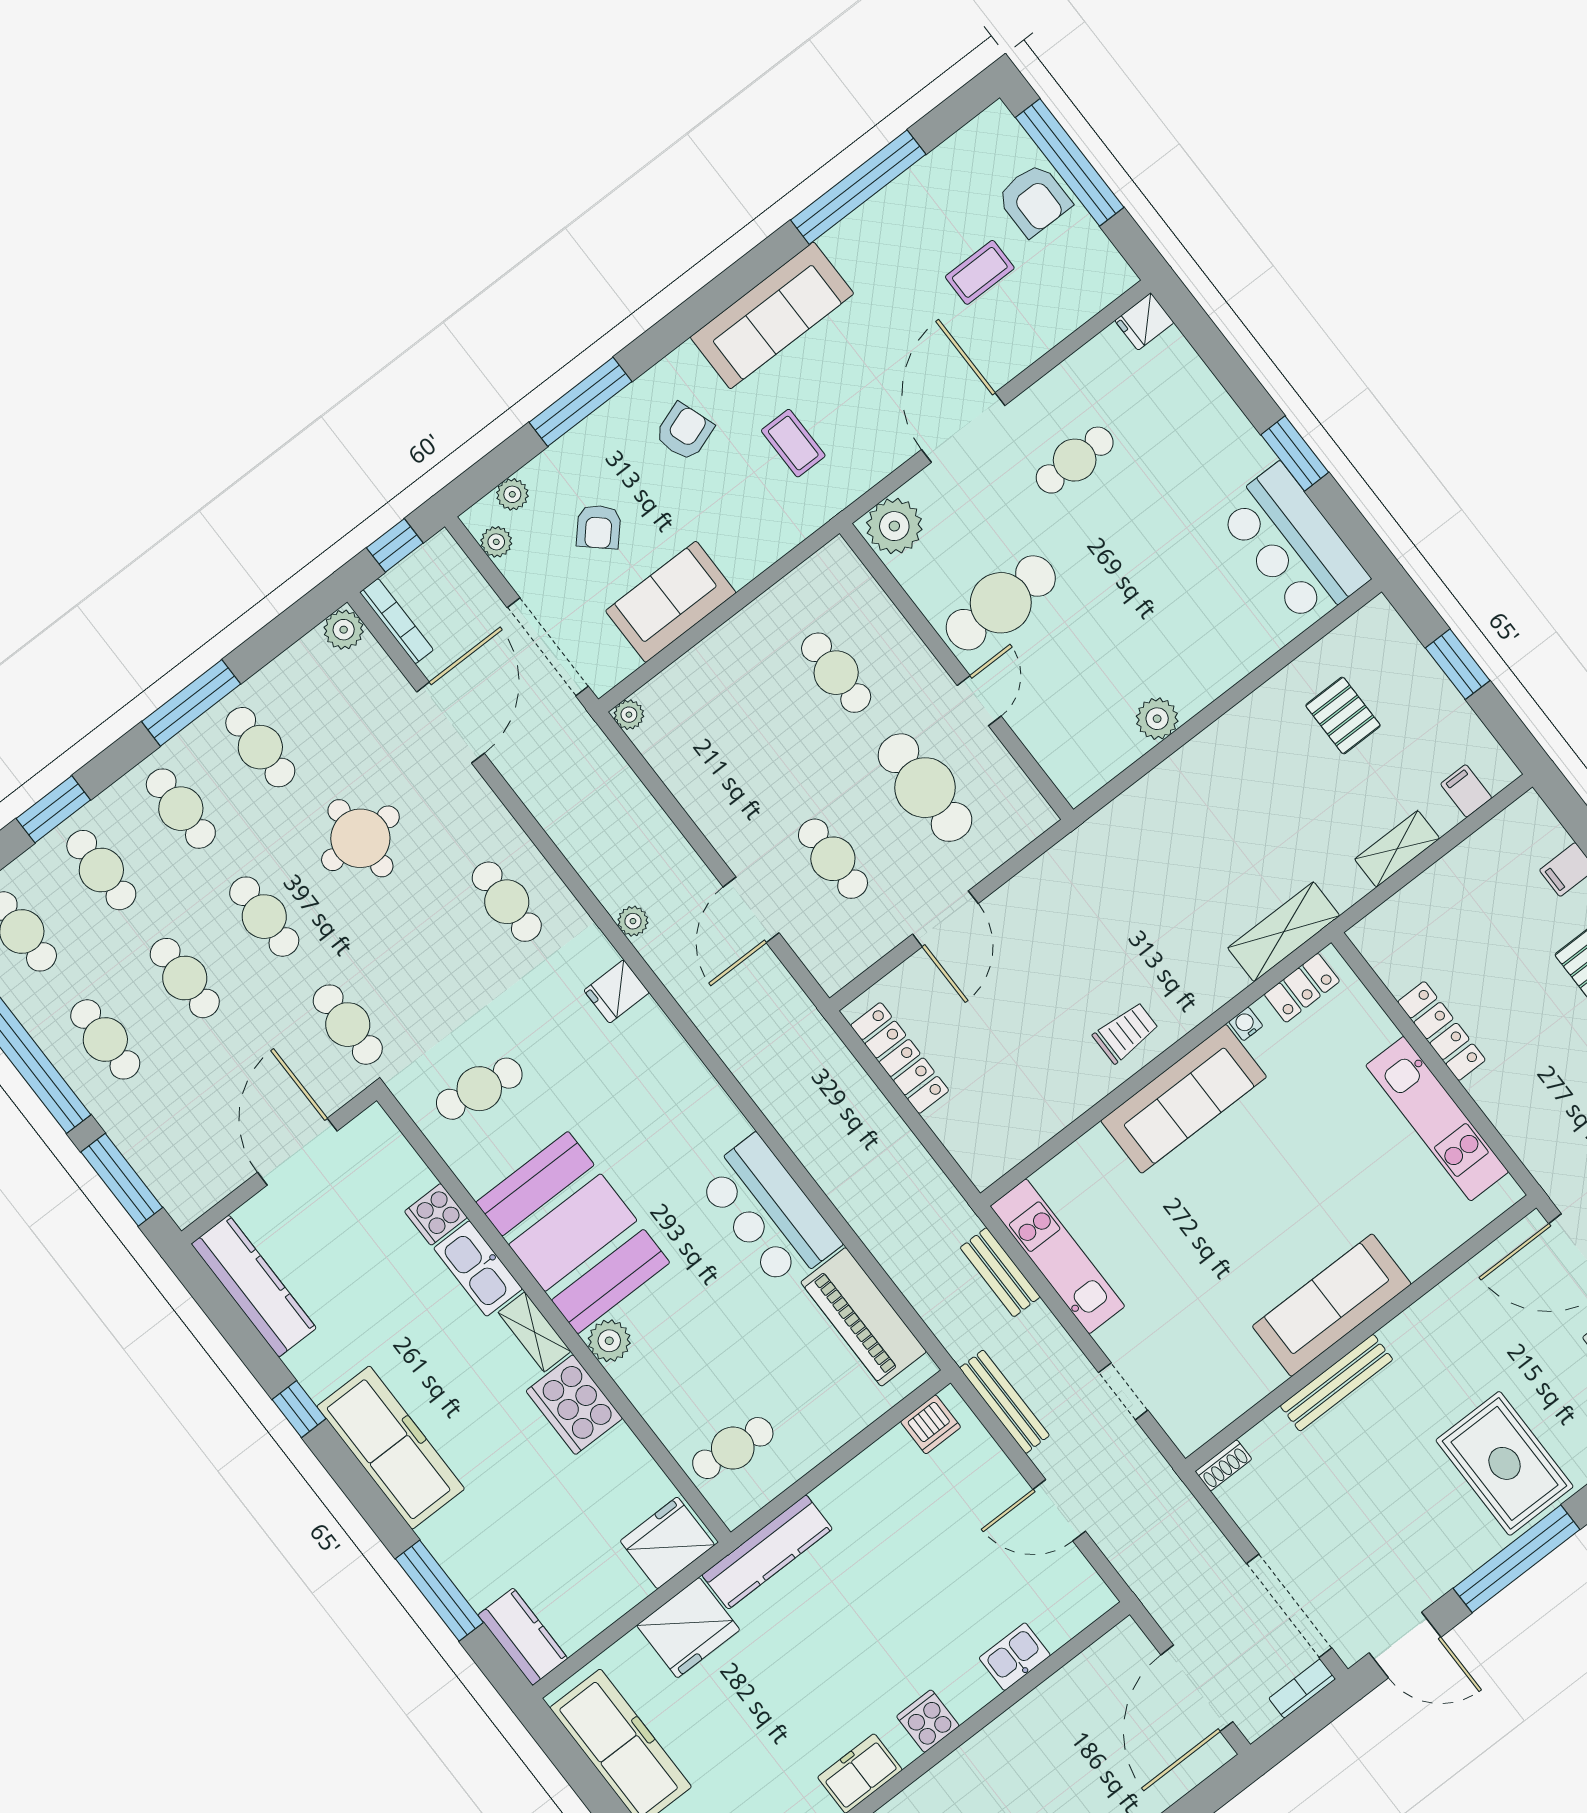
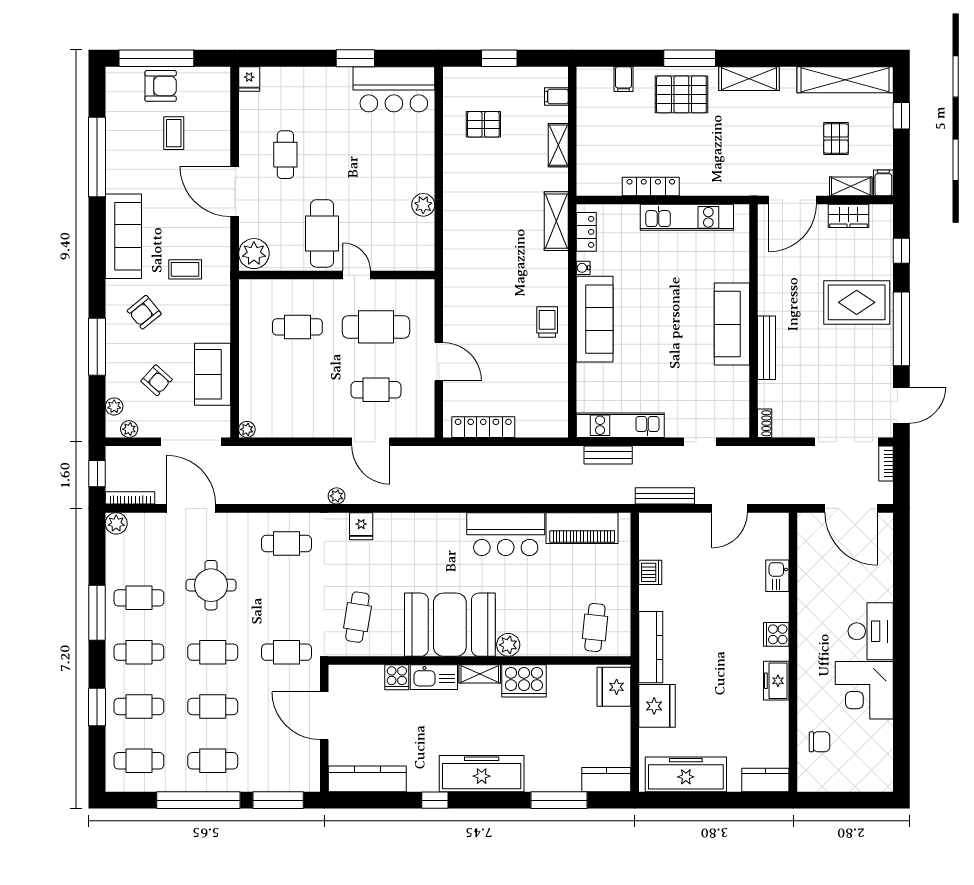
armchair: (684, 432) -> (144, 312), turned -110
dishwasher: (931, 1424) -> (650, 572), moved

